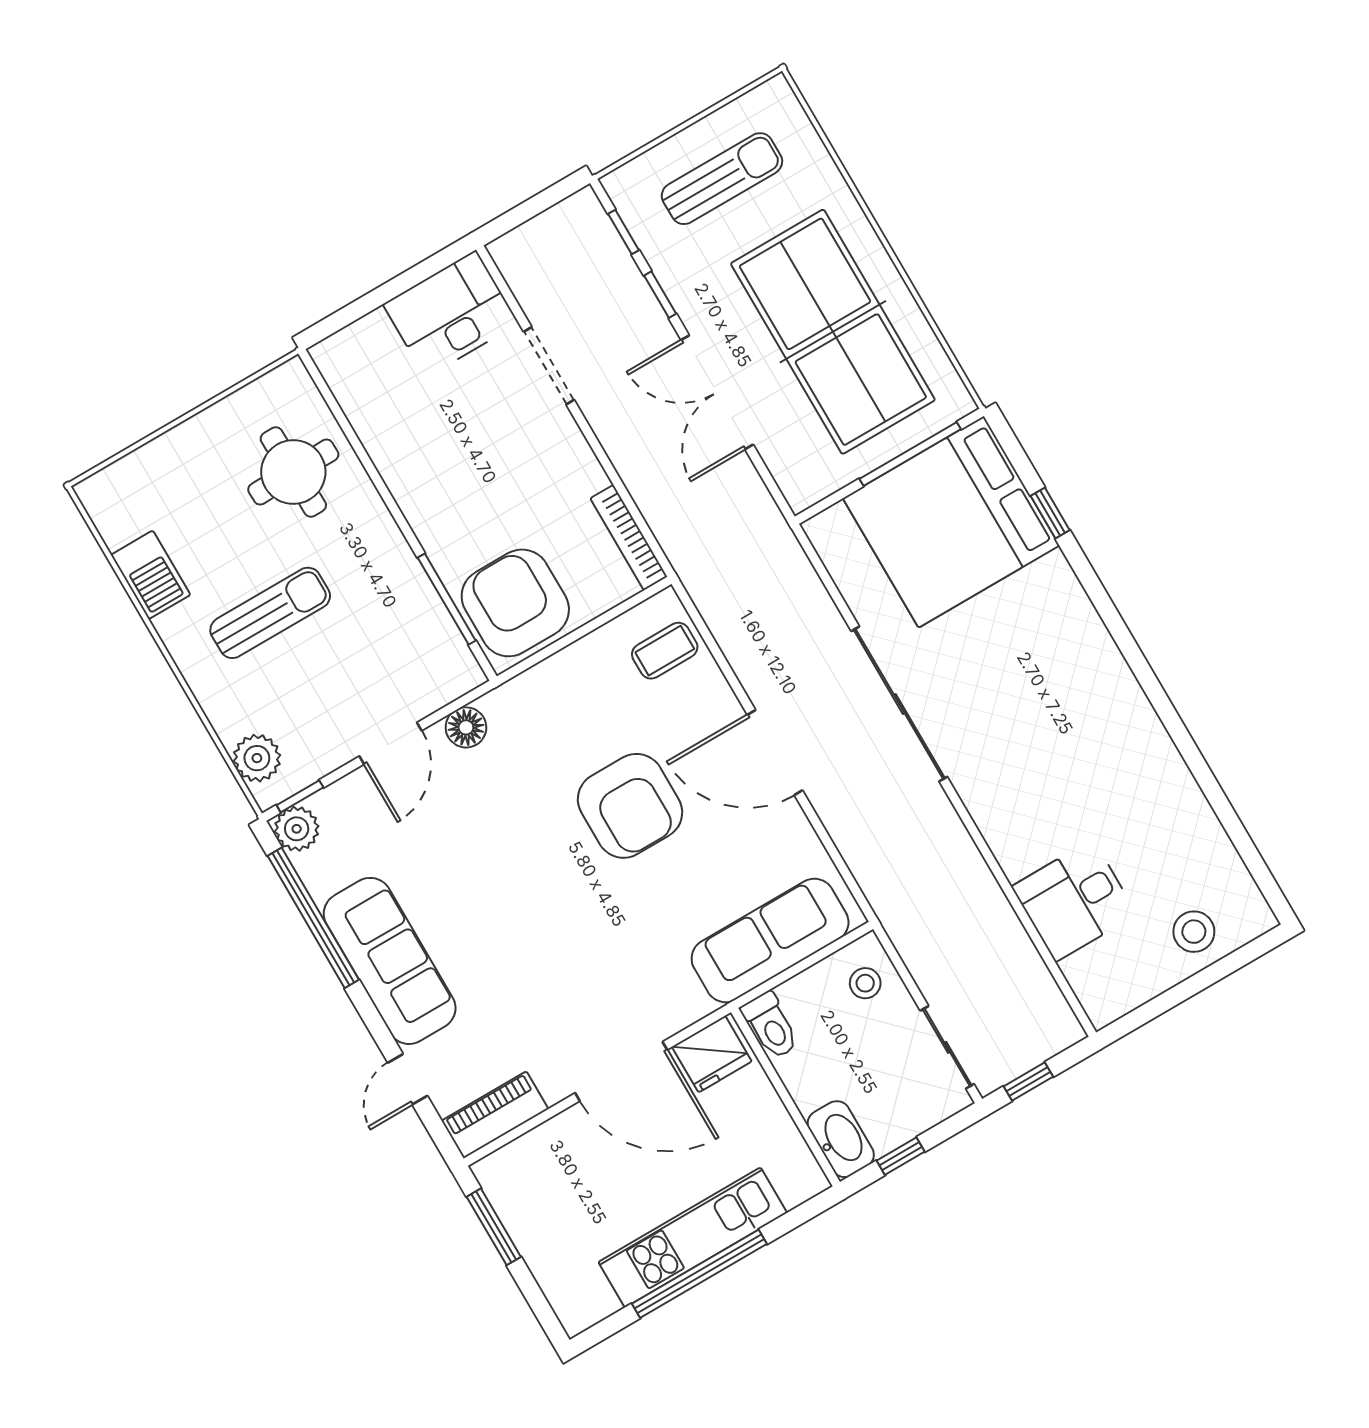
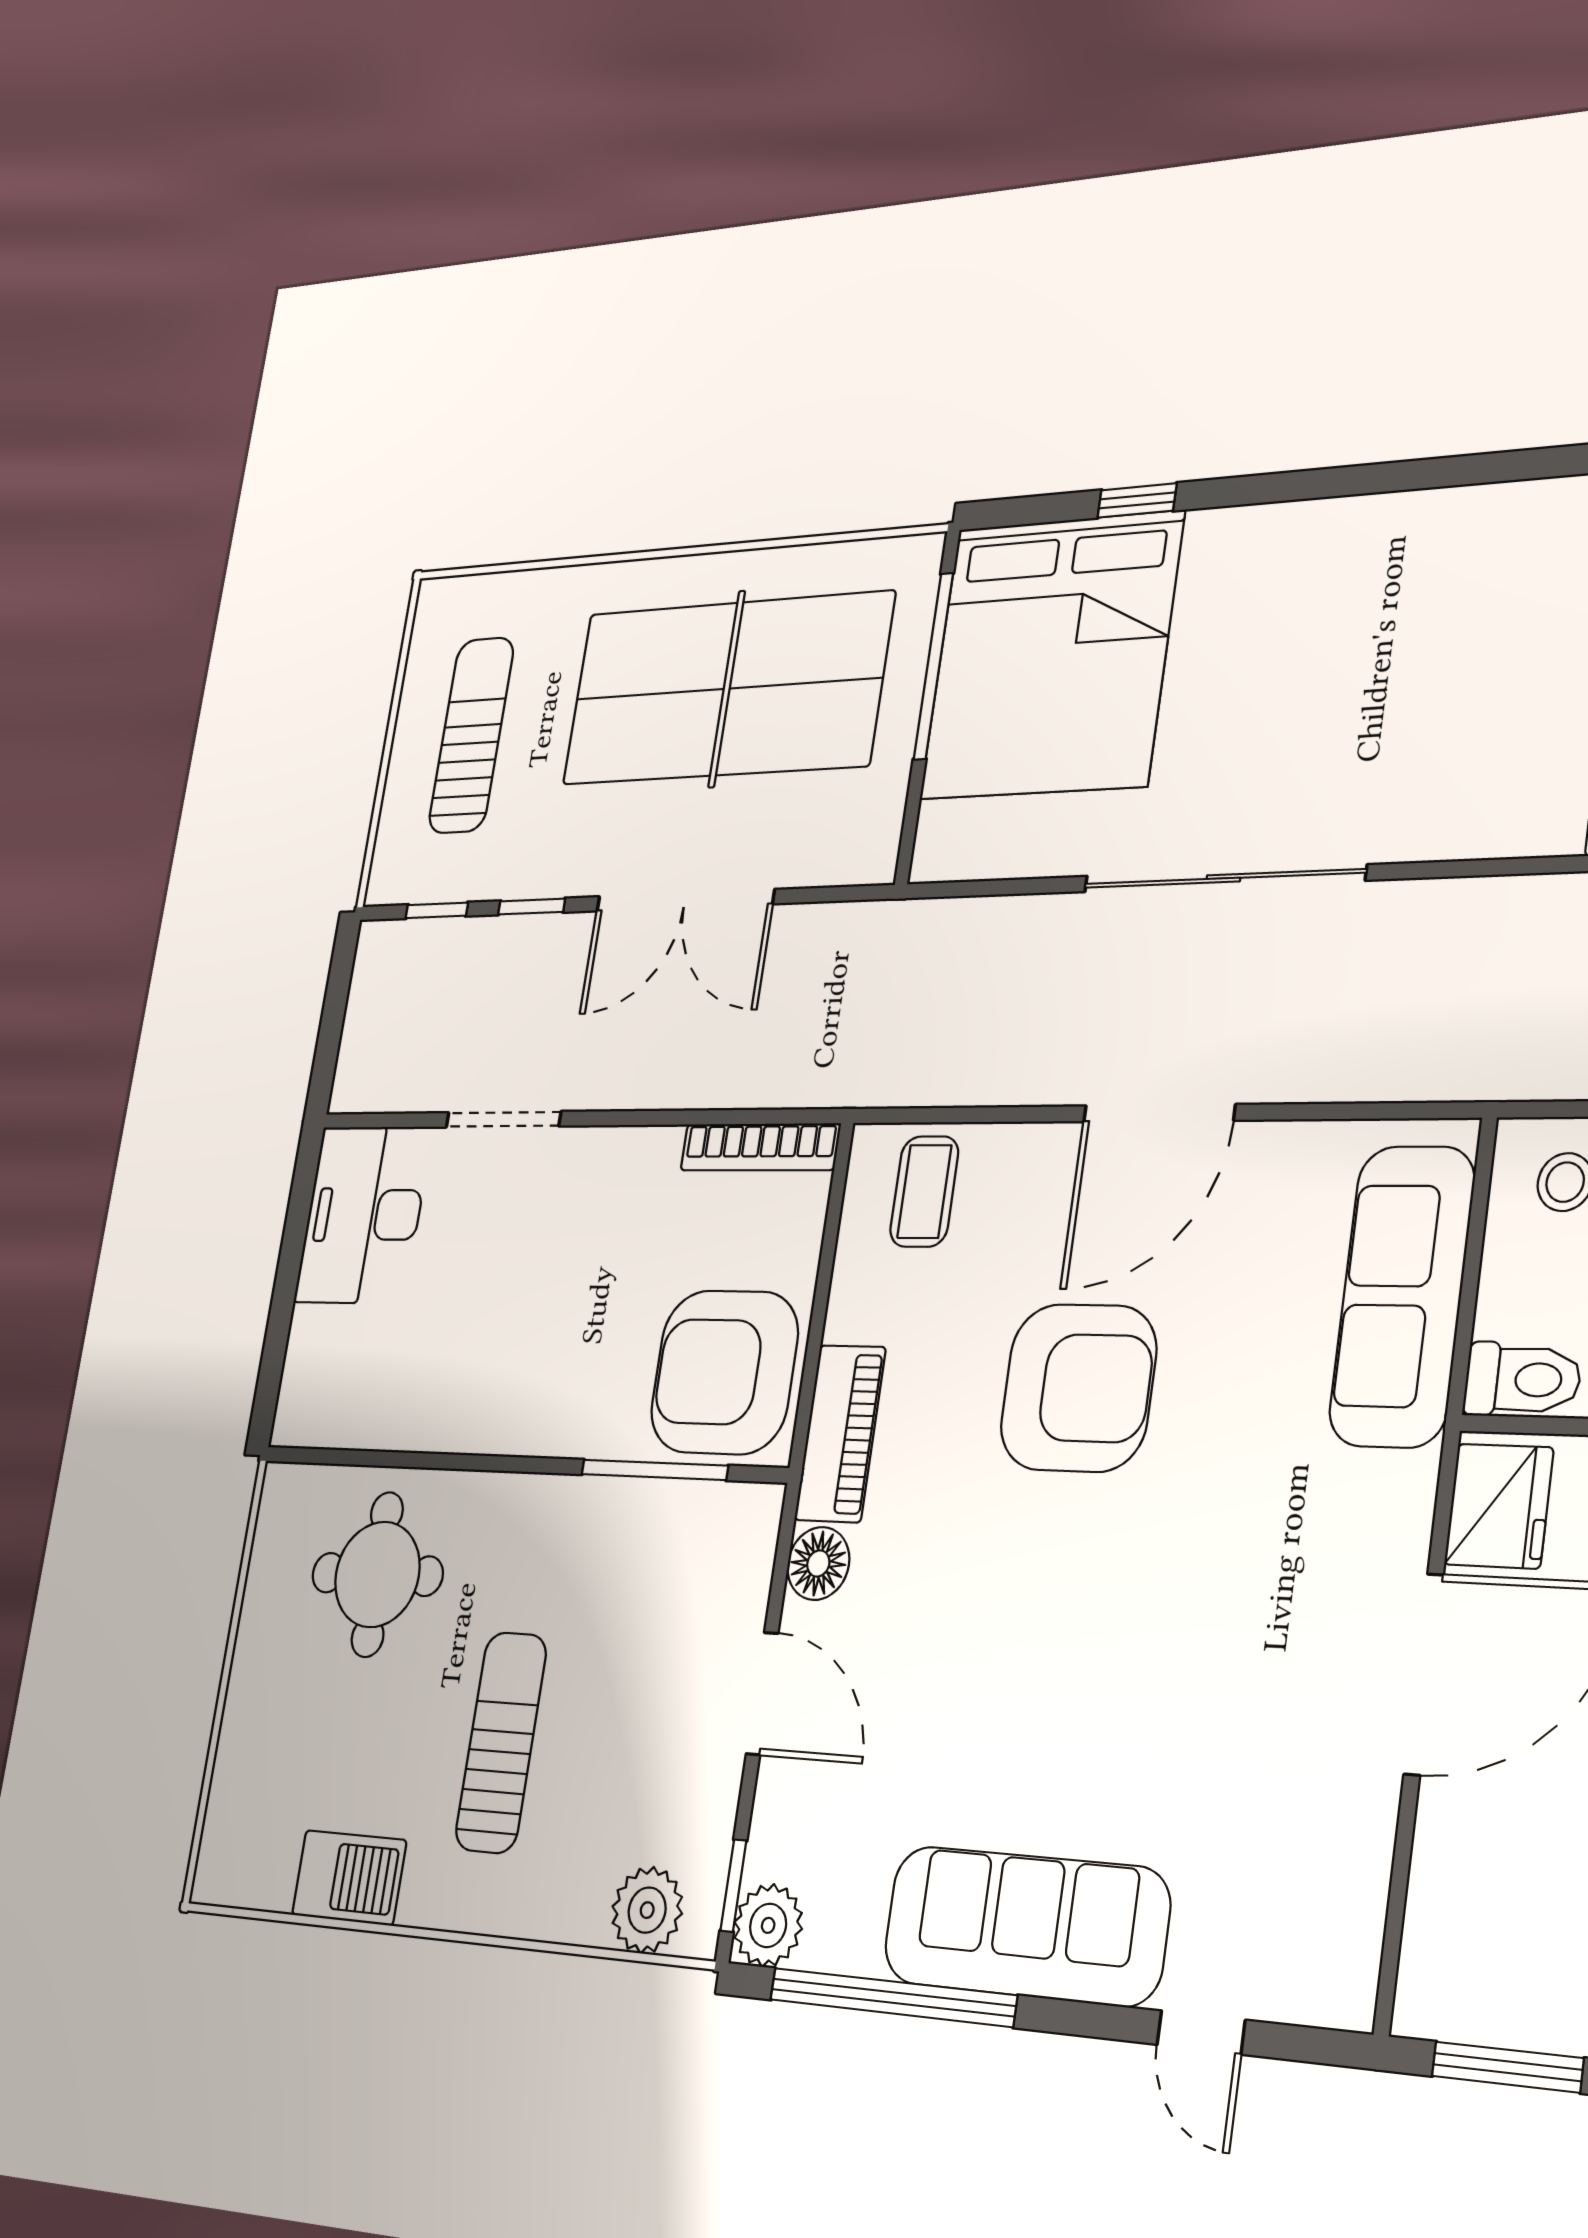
piano: (495, 1115) -> (840, 1433), moved, turned 180

